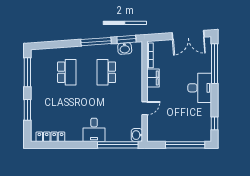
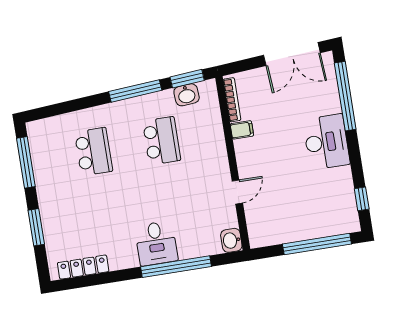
school desk: (106, 72) -> (162, 141), turned 180
filing cabinet: (153, 78) -> (242, 130), width x0.50
window: (118, 145) -> (176, 267), moved

